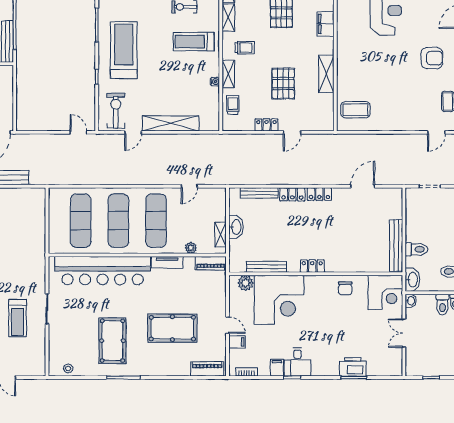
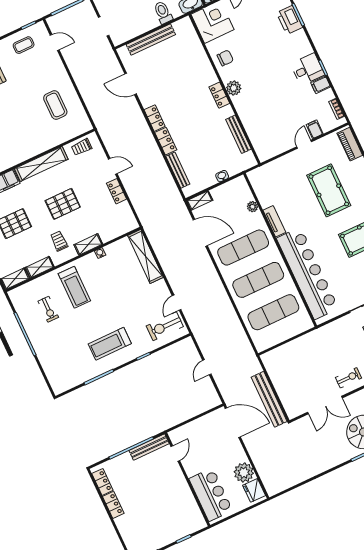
treadmill: (124, 50) -> (110, 344), width x0.73, depth x0.73
shelving: (326, 74) -> (41, 164), width x1.47
pallet: (283, 84) -> (63, 204), moved
trolley: (233, 105) -> (82, 147), moved
coffee table: (355, 110) -> (55, 105), moved
shelving: (171, 123) -> (145, 256), moved
door: (78, 132) -> (207, 367), moved
door: (133, 132) -> (177, 303), swing flipped
door: (189, 186) -> (200, 233), width x1.87
washbasin: (236, 227) -> (222, 176), width x0.52, depth x0.69
shelving: (220, 235) -> (200, 200), moved
bench: (396, 245) -> (151, 40), moved
piano: (211, 263) -> (258, 184), removed
plant: (246, 283) -> (234, 88), moved
corner desk: (279, 300) -> (262, 110), removed

